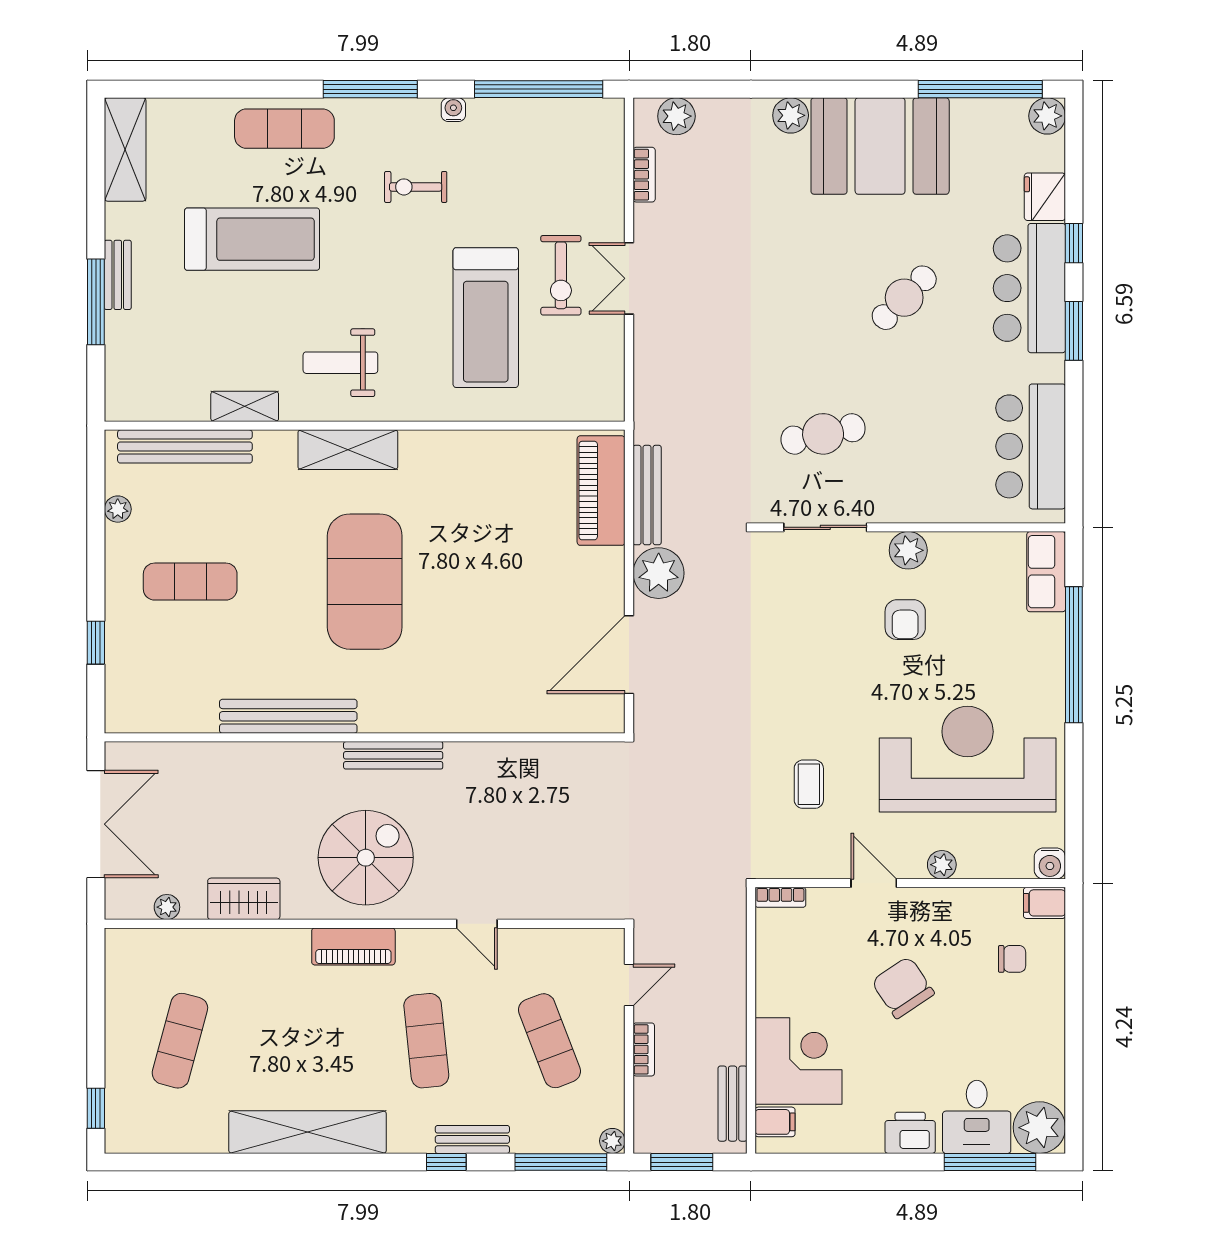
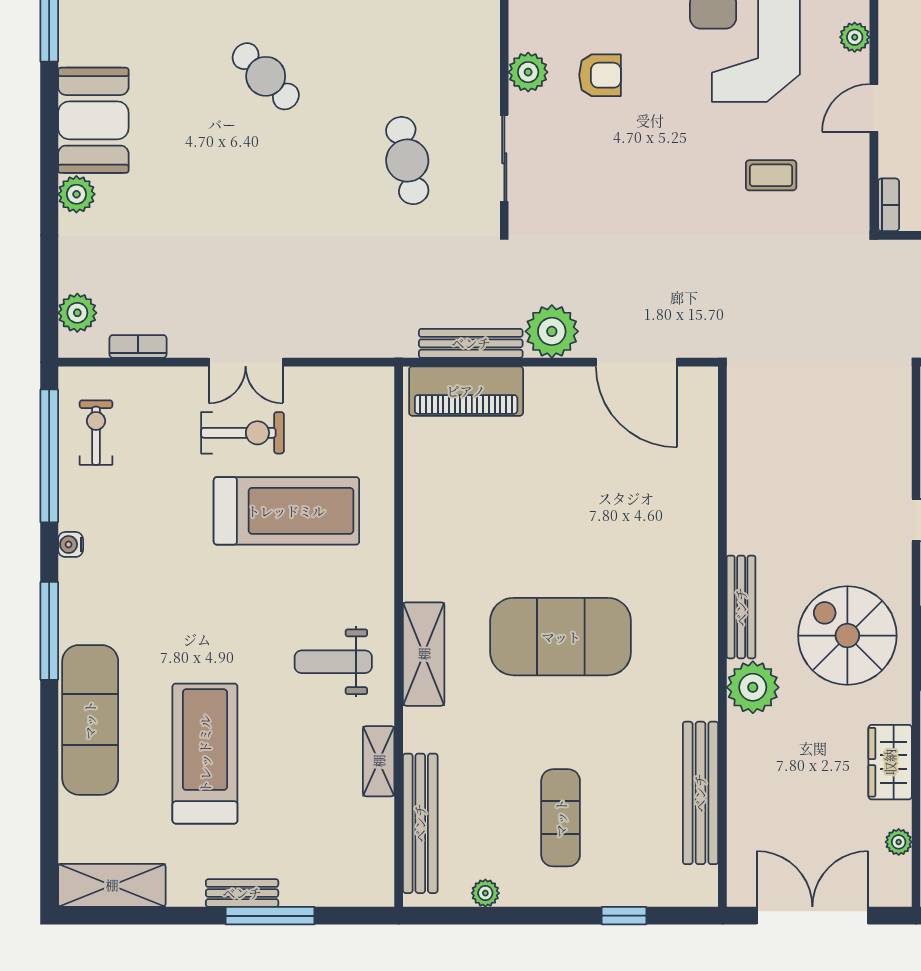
exercise mat: (284, 129) -> (90, 720), width x1.36, depth x1.45
booth: (880, 146) -> (93, 120), width x0.73, depth x0.70
exercise bike: (416, 187) -> (96, 433), moved, turned 180
weight bench: (340, 363) -> (333, 662), turned 90
bench: (288, 716) -> (700, 793), moved
plant: (316, 767) -> (753, 687), added

